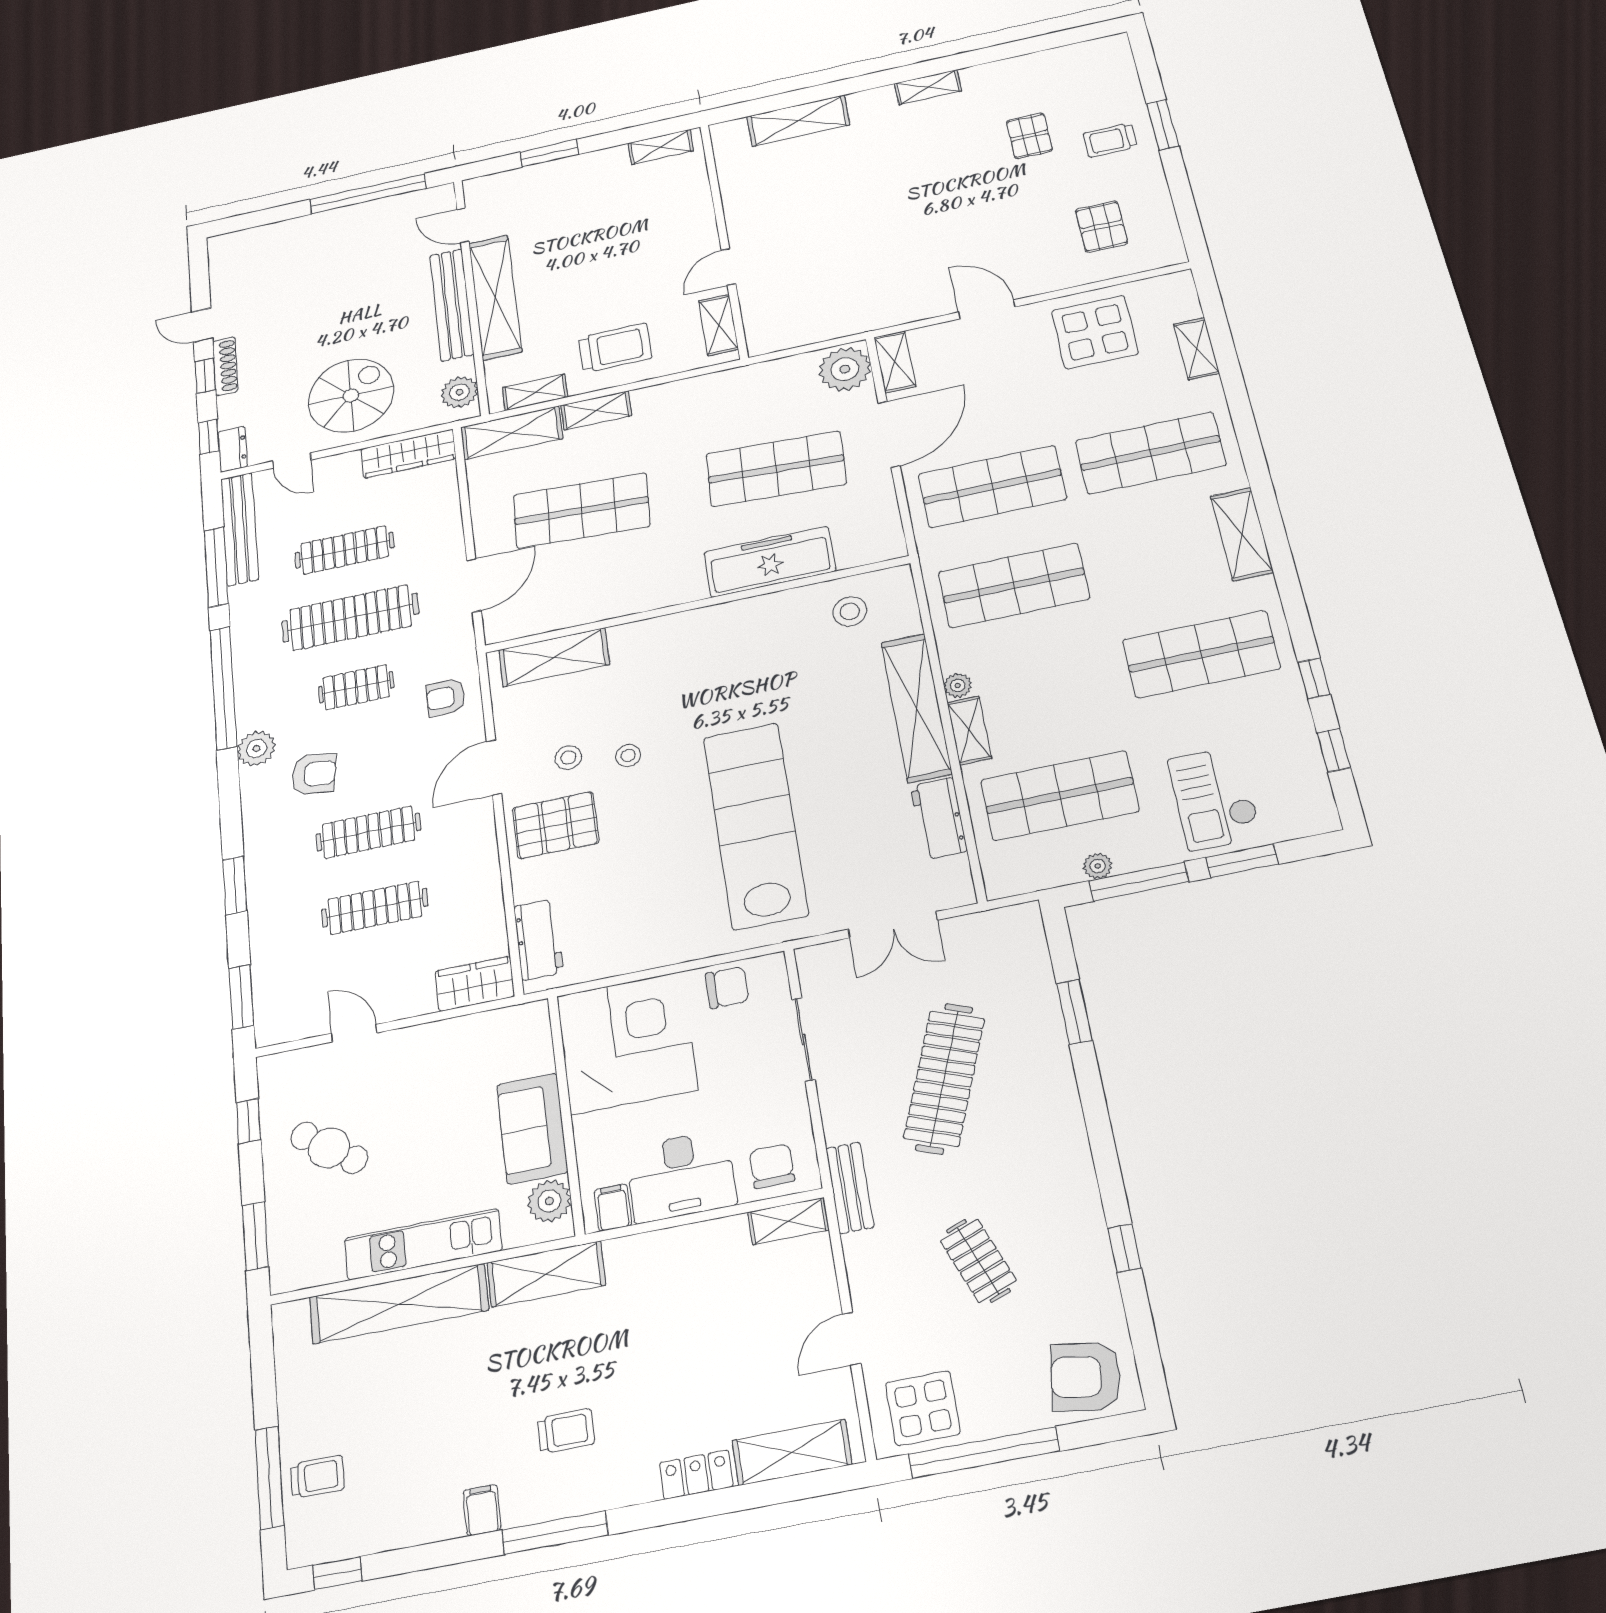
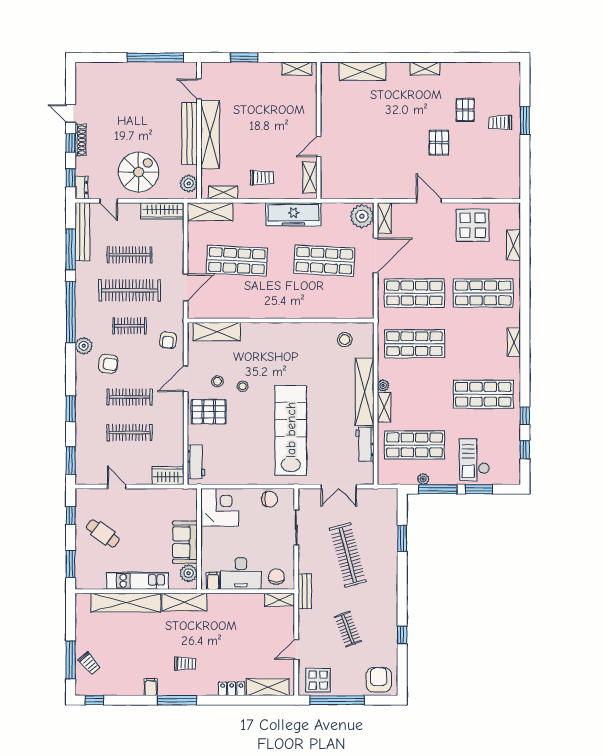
pallet: (1102, 227) -> (439, 143), moved
trolley: (615, 348) -> (262, 178), width x0.73, depth x0.72
shelving: (596, 410) -> (249, 210), removed
shelving: (1242, 534) -> (514, 342), width x0.67, depth x0.75
freezer: (770, 562) -> (293, 214), moved, turned 180
armchair: (446, 697) -> (168, 340), turned -83
corner desk: (627, 1043) -> (220, 507), width x0.74, depth x0.74
clothes rail: (944, 1078) -> (348, 555), turned -36
armchair: (1086, 1377) -> (379, 680), turned 81
trolley: (317, 1477) -> (89, 663), turned 50

